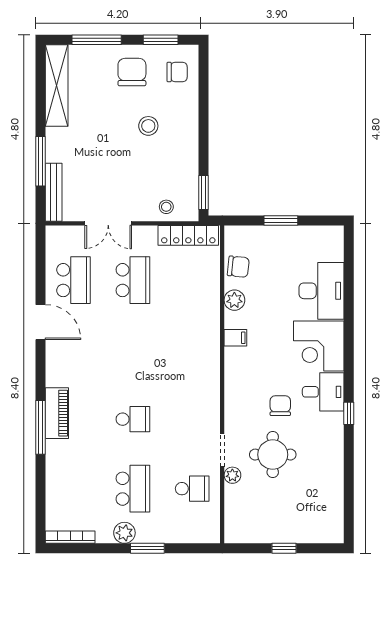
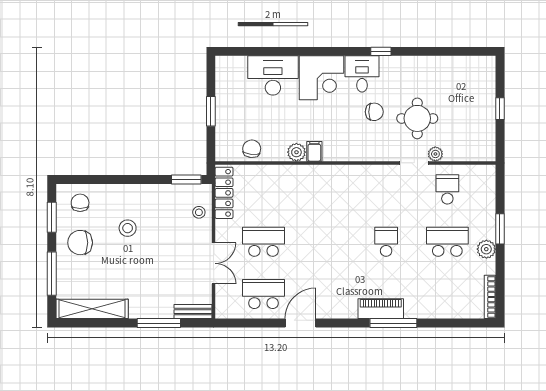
bench: (54, 192) -> (193, 312), width x0.73
plant: (234, 300) -> (296, 152), moved
chair: (280, 406) -> (374, 112), turned 180

